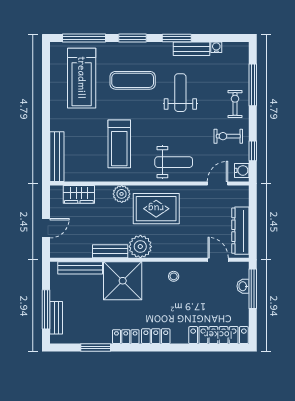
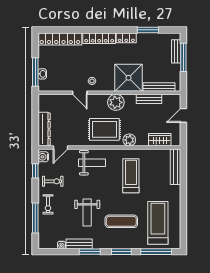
weight bench: (174, 162) -> (92, 163), turned 180
dresser: (240, 231) -> (44, 129), moved
bench: (110, 251) -> (149, 99), moved
door: (218, 260) -> (80, 93), moved
locker: (156, 336) -> (99, 38), width x1.53

